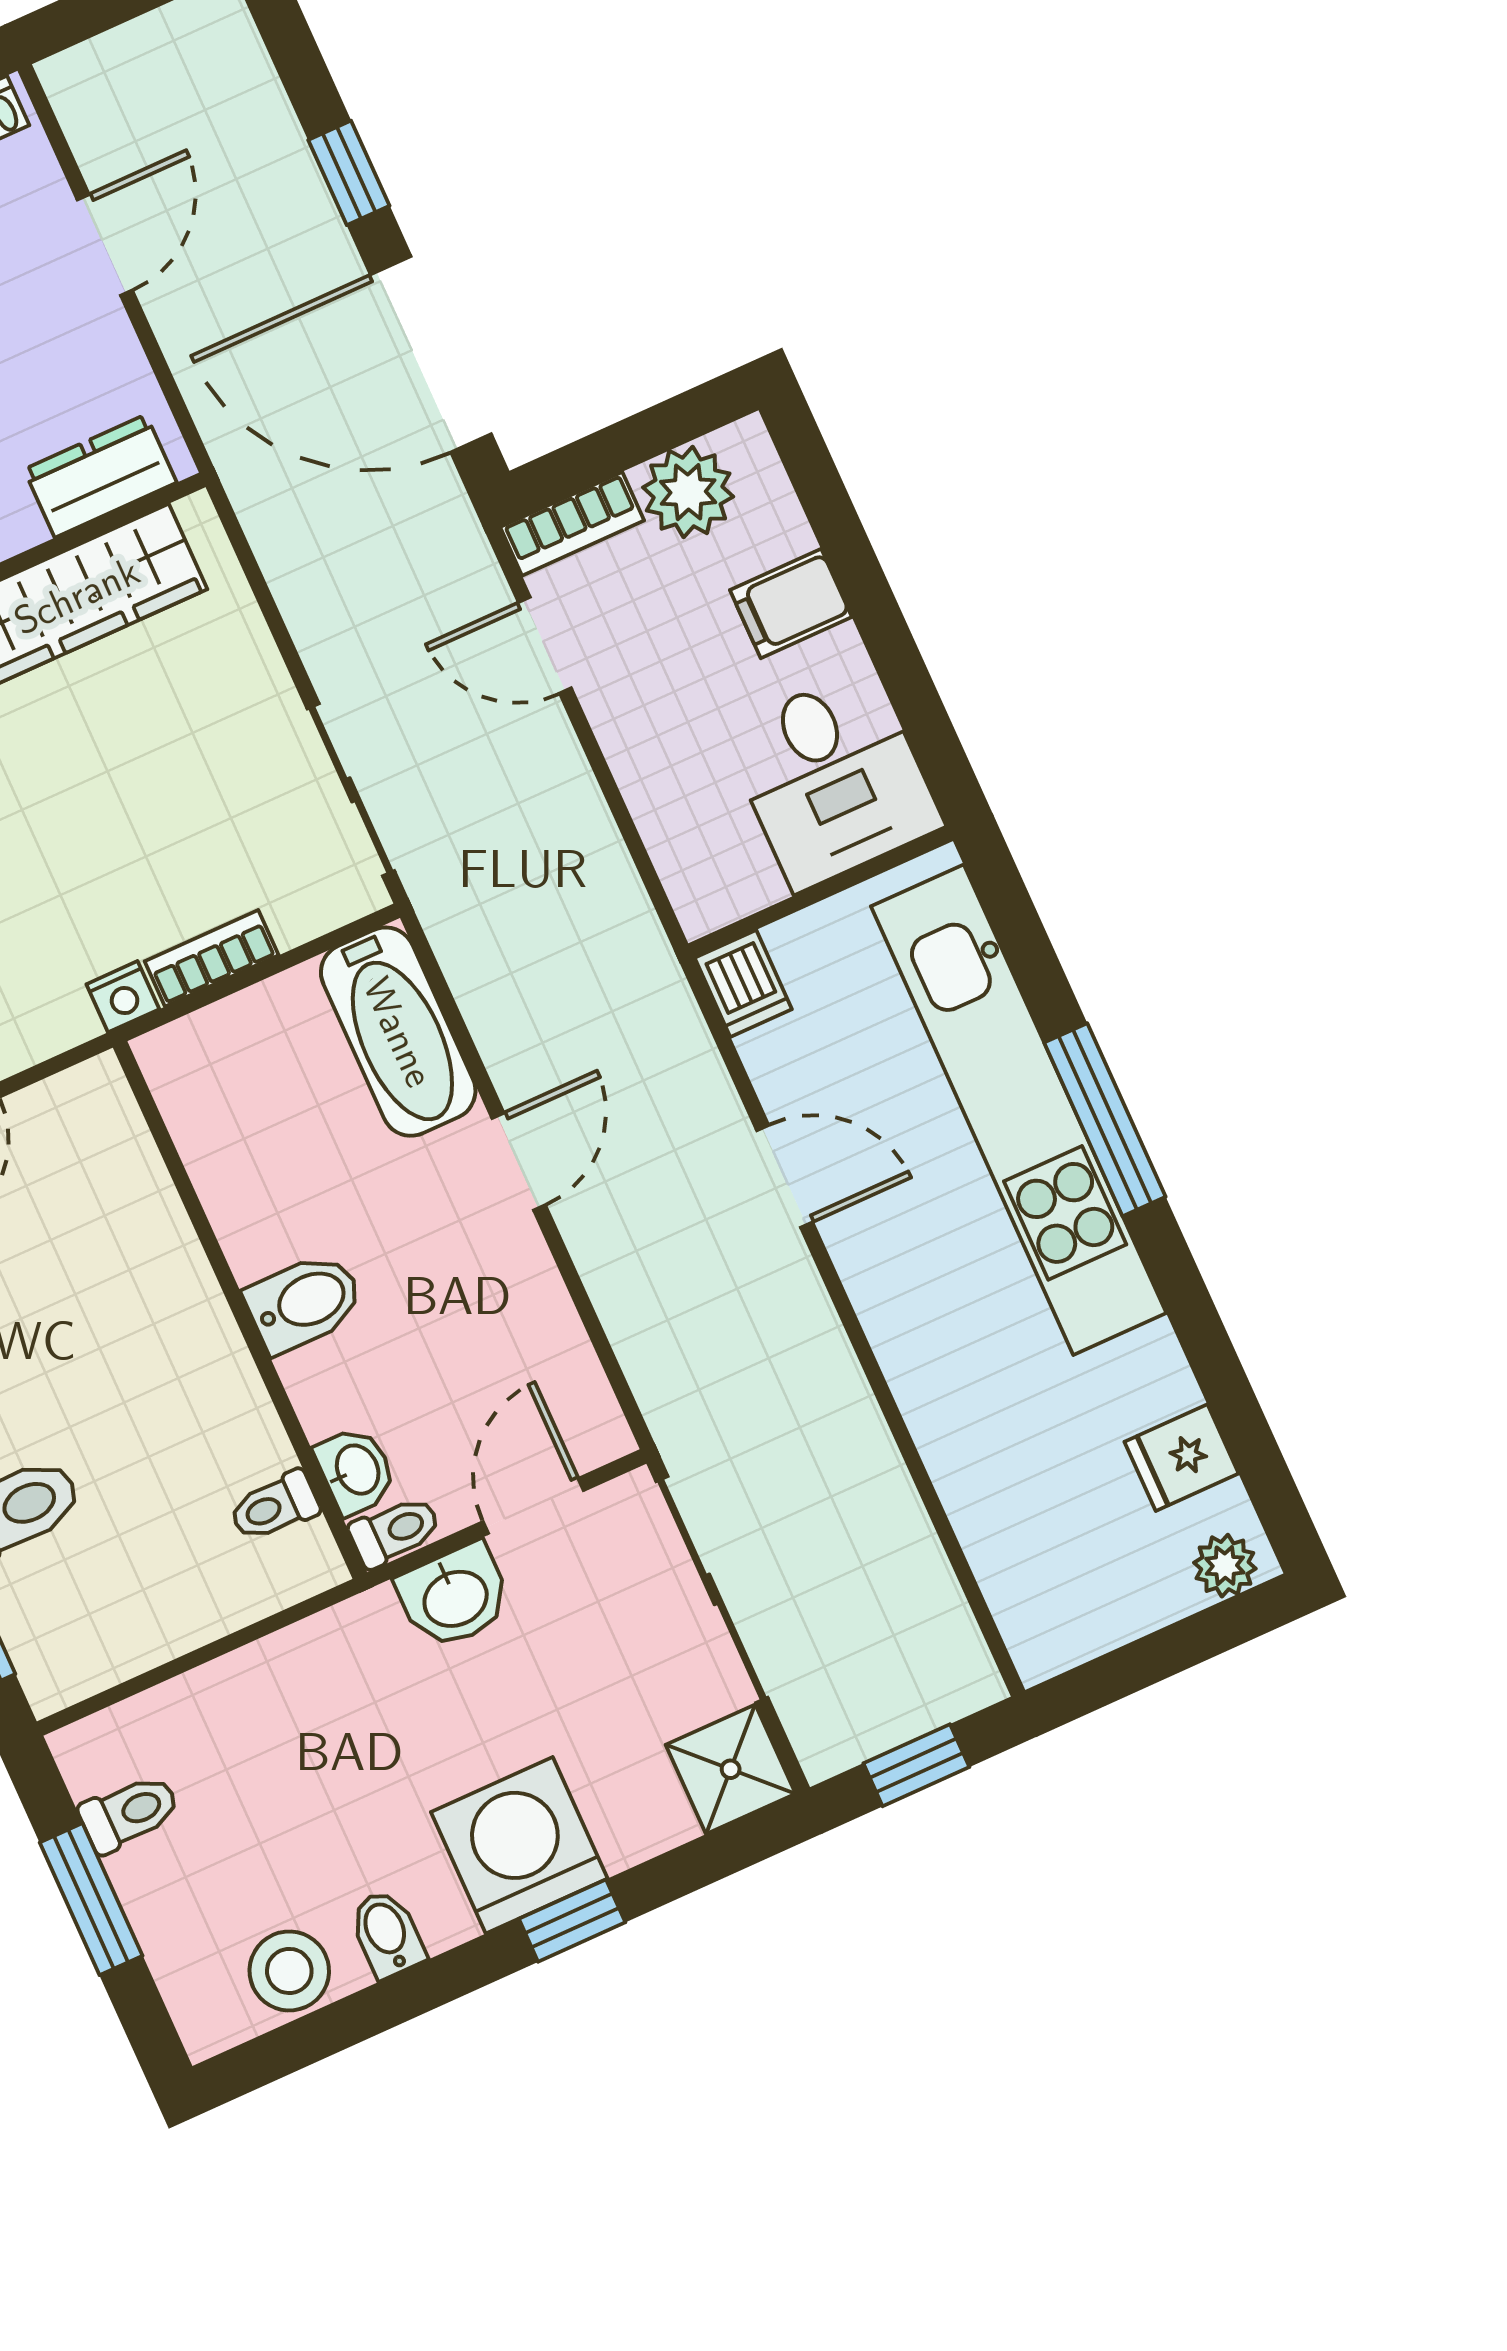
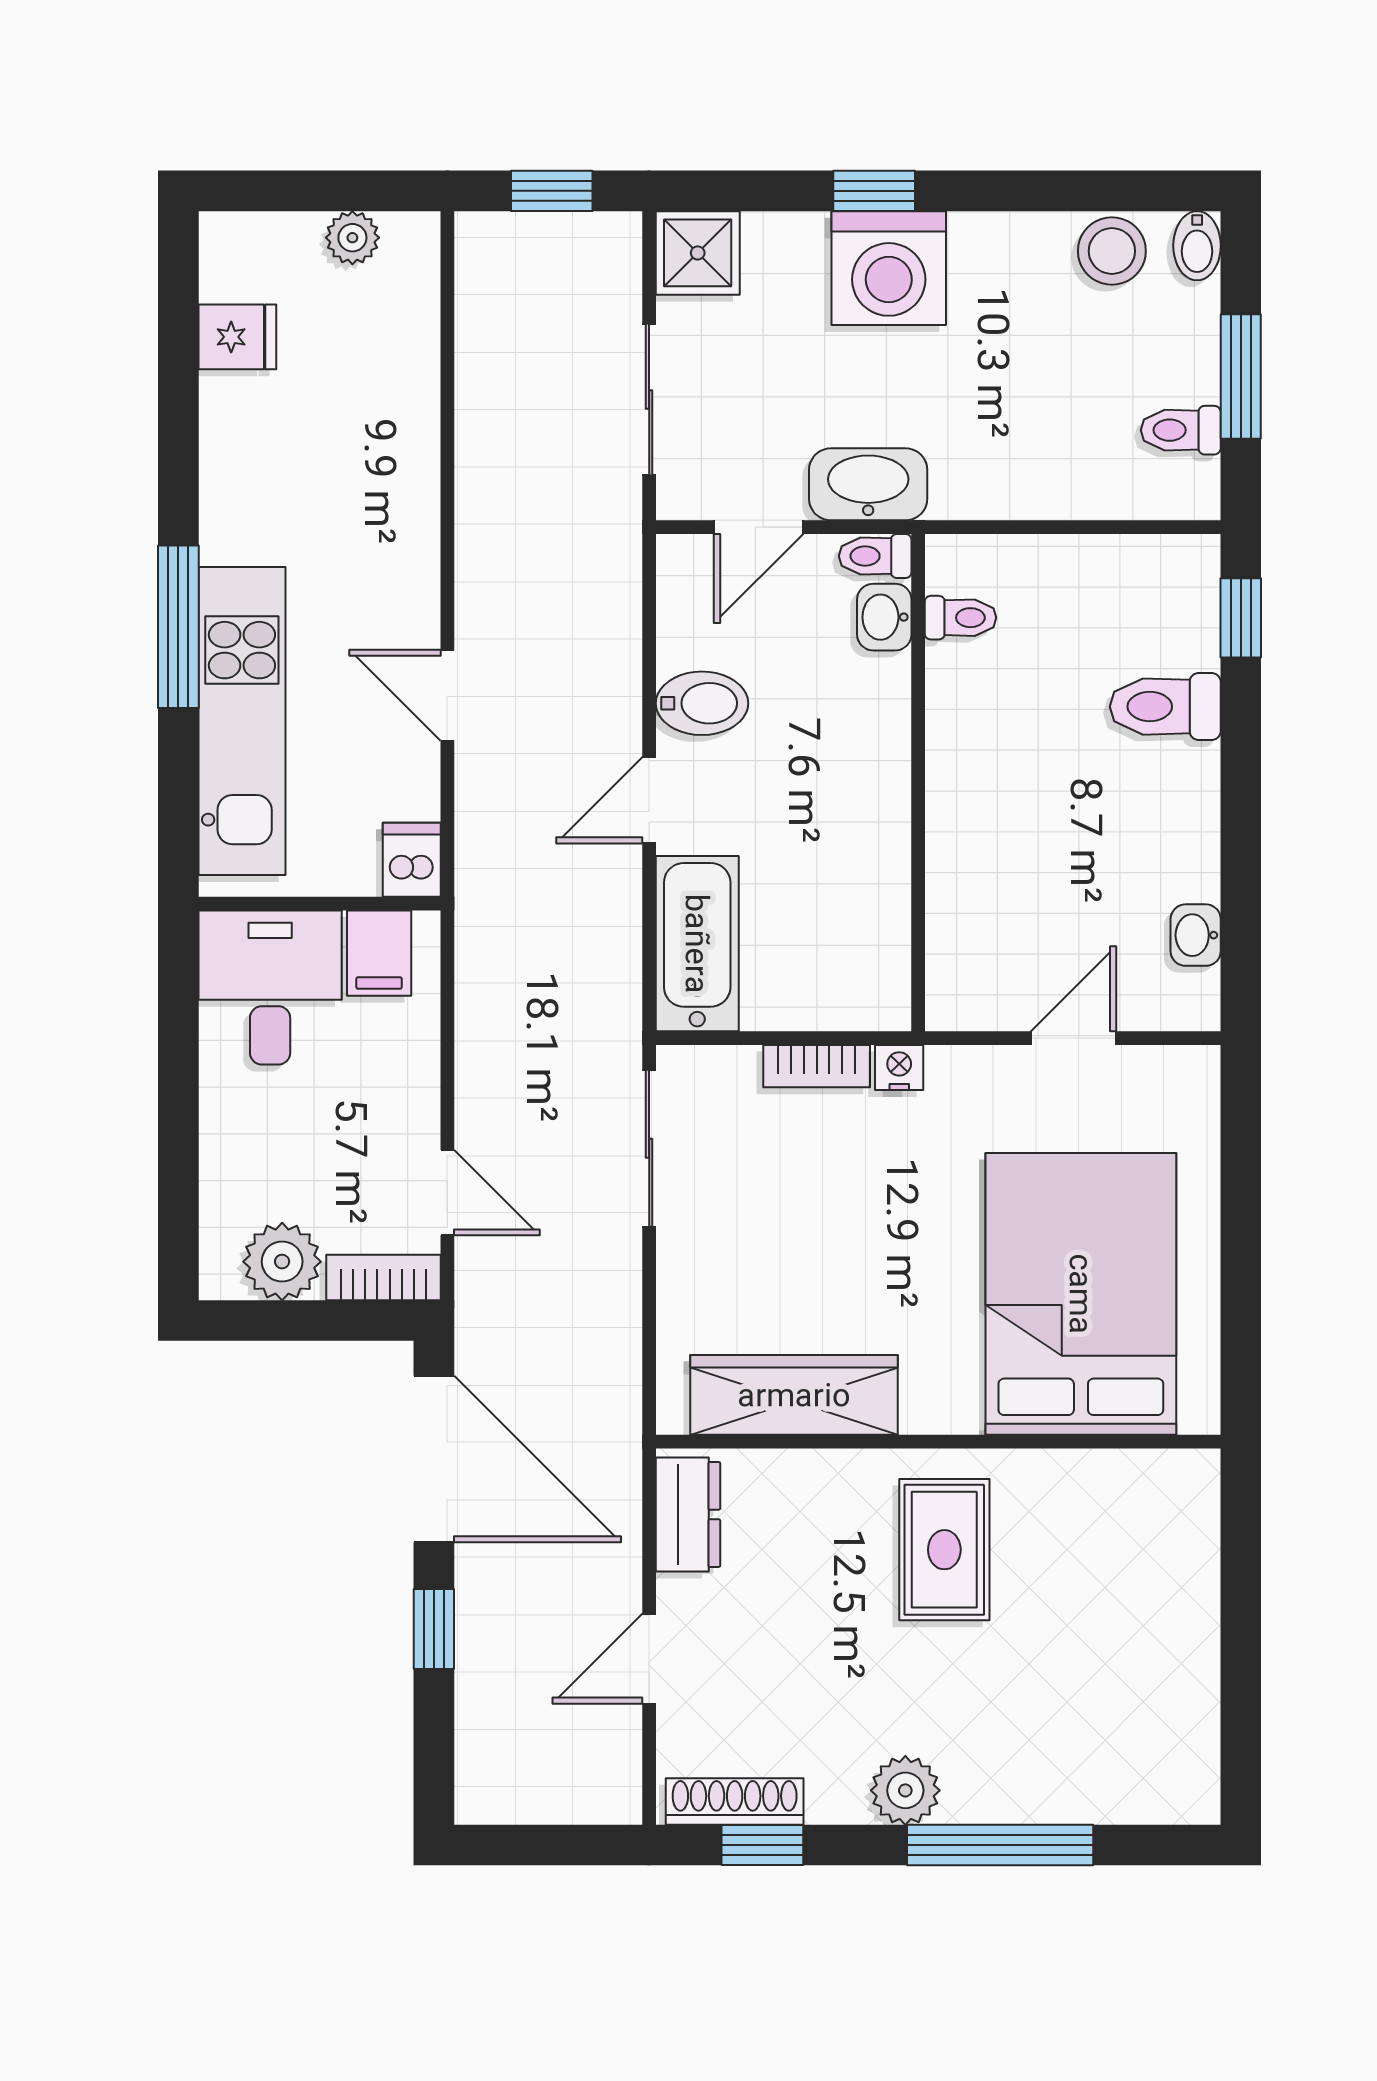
dresser: (100, 476) -> (688, 1514), moved, turned -90
filing cabinet: (791, 604) -> (379, 953), moved, turned 90
kitchen unit: (1019, 1110) -> (242, 721), width x0.73
bidet: (304, 1302) -> (702, 703), moved, turned 180
plant: (1225, 1566) -> (352, 238), moved
sliding door: (712, 1589) -> (649, 399), width x0.73
washbasin: (455, 1597) -> (868, 484), width x1.38
bidet: (387, 1934) -> (1197, 246), moved

